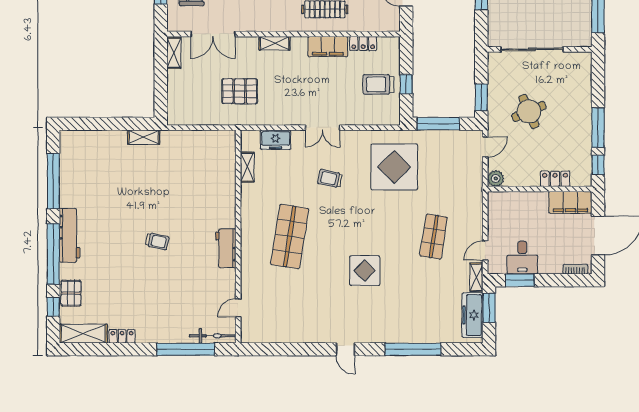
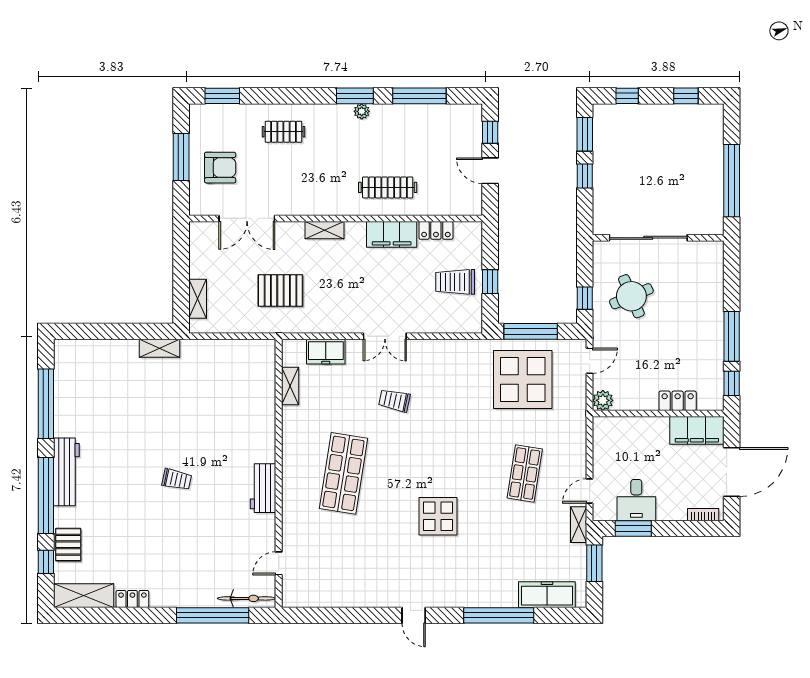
shelving: (174, 53) -> (198, 299), moved
window: (481, 97) -> (585, 298), width x0.67
round table: (529, 111) -> (631, 296), moved
display table: (394, 167) -> (523, 380), moved
freezer: (472, 315) -> (547, 595), moved, turned 90

